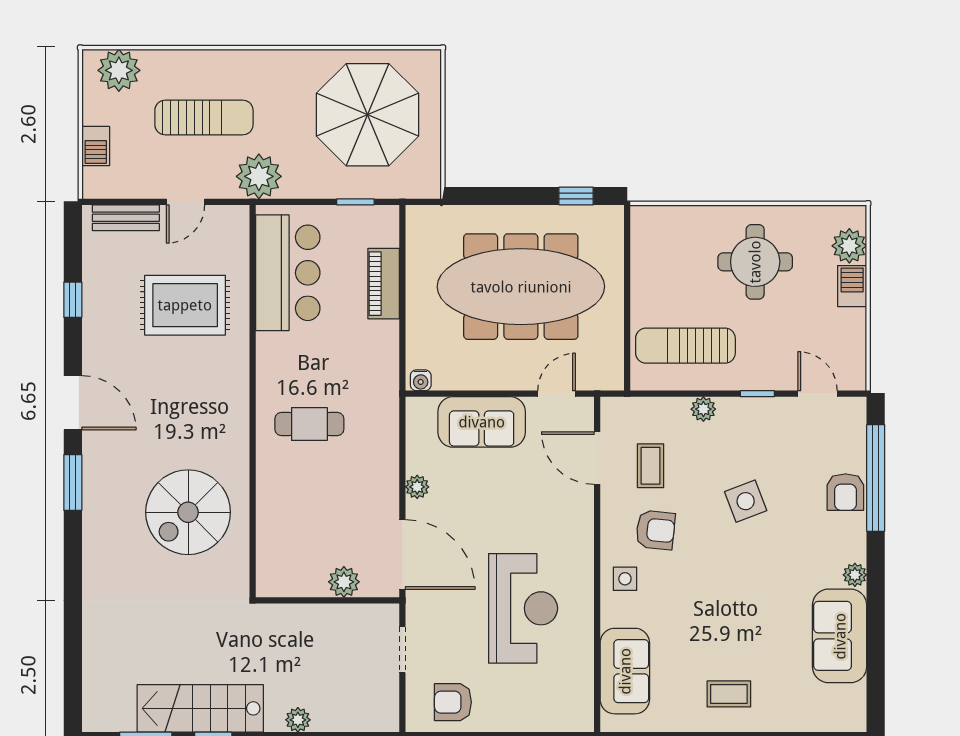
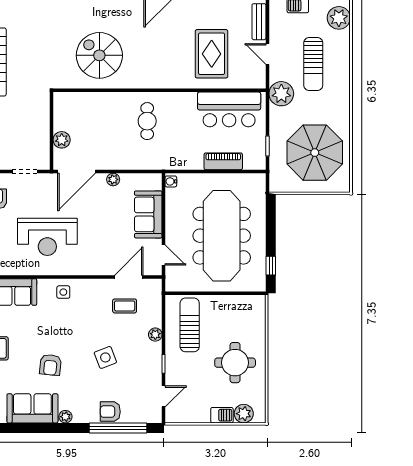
armchair: (655, 530) -> (50, 365), moved

